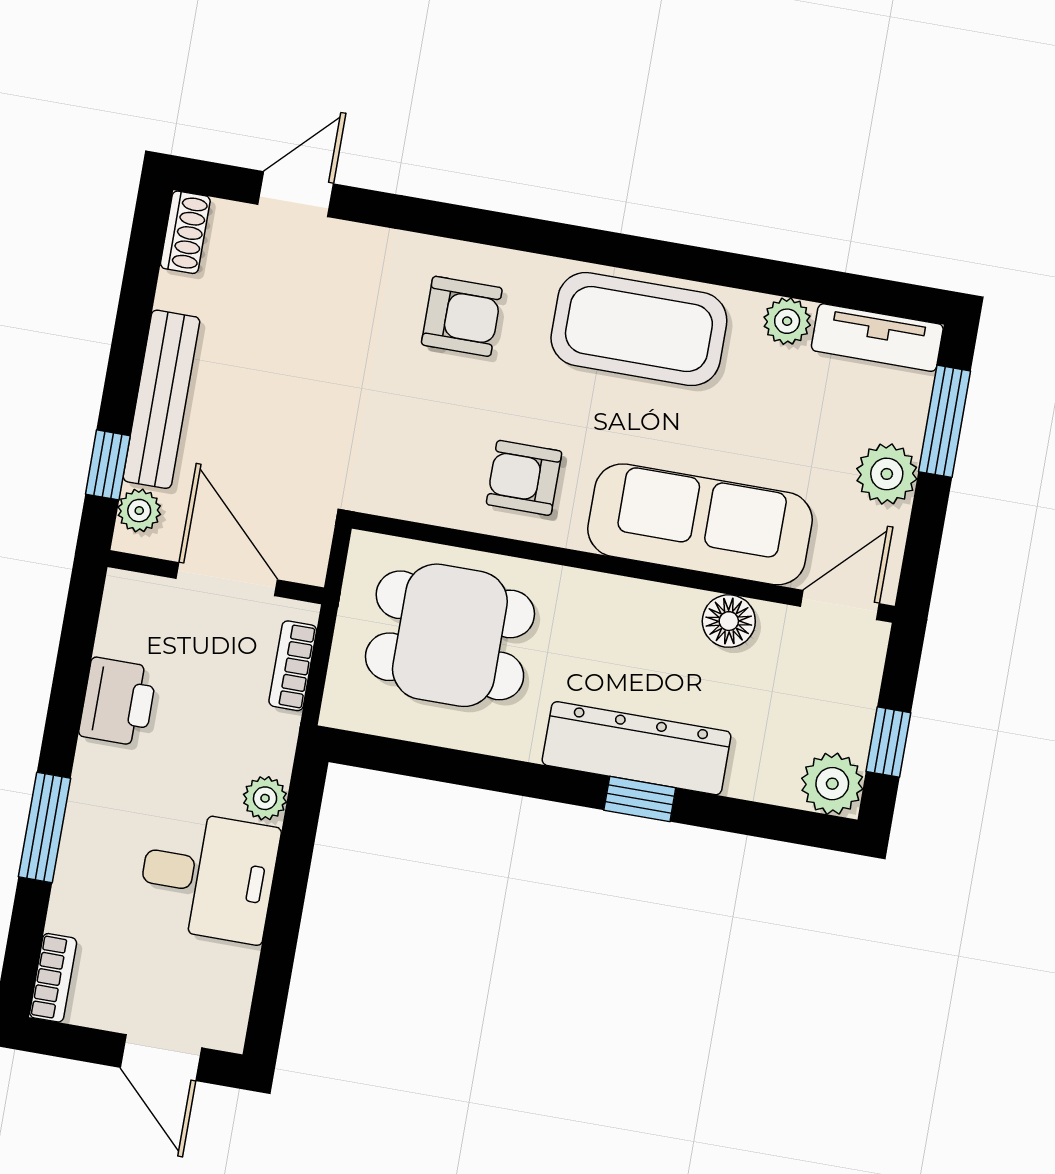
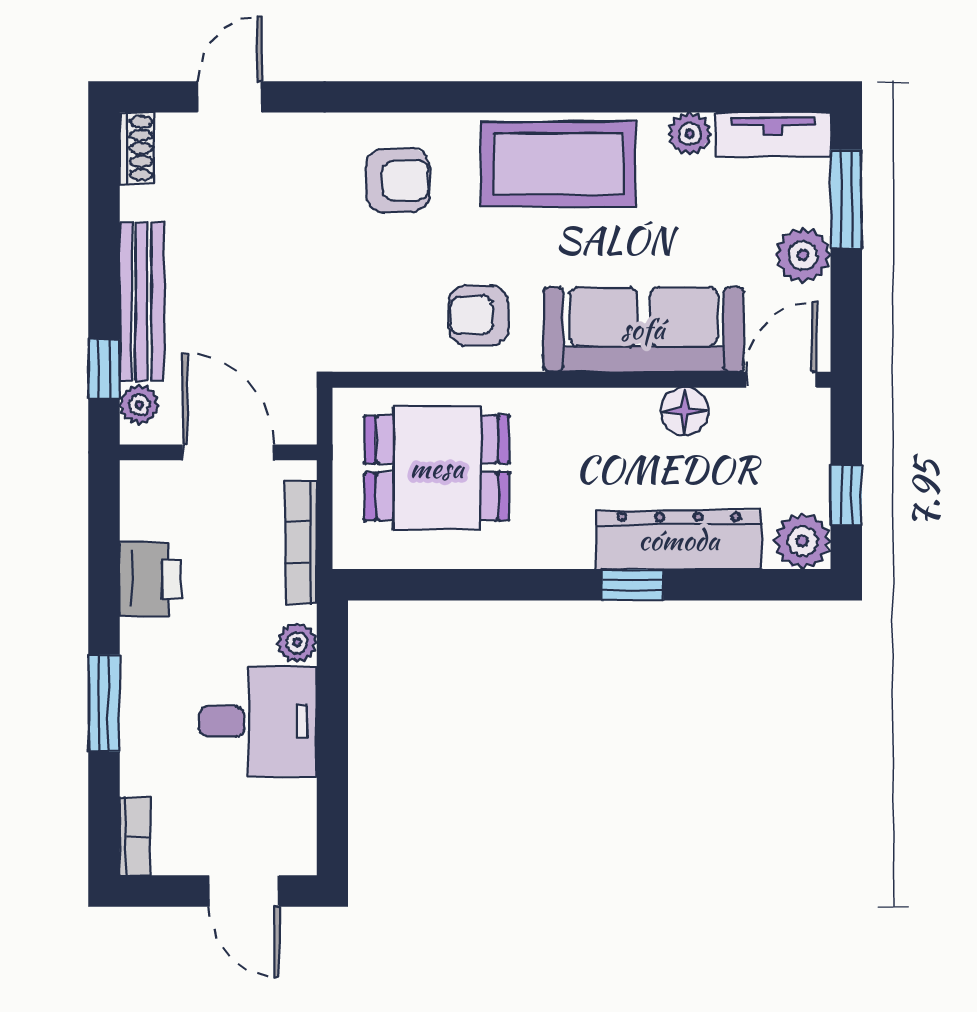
bookcase: (293, 666) -> (301, 542), width x1.56
dresser: (637, 748) -> (679, 540), moved

